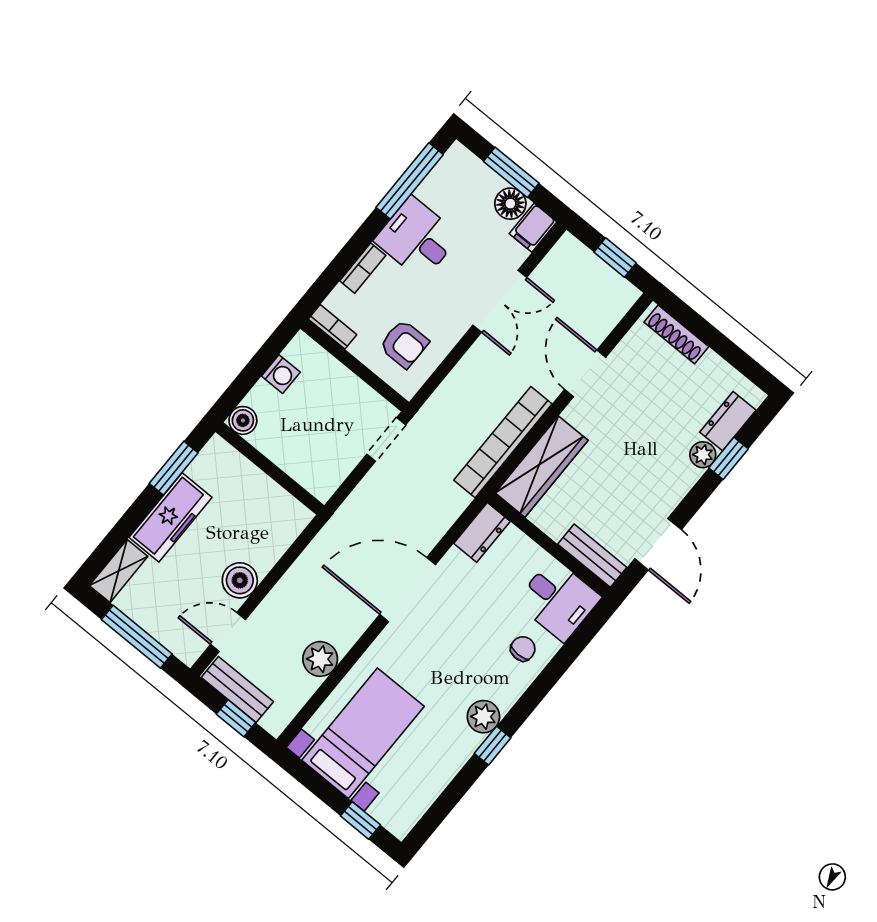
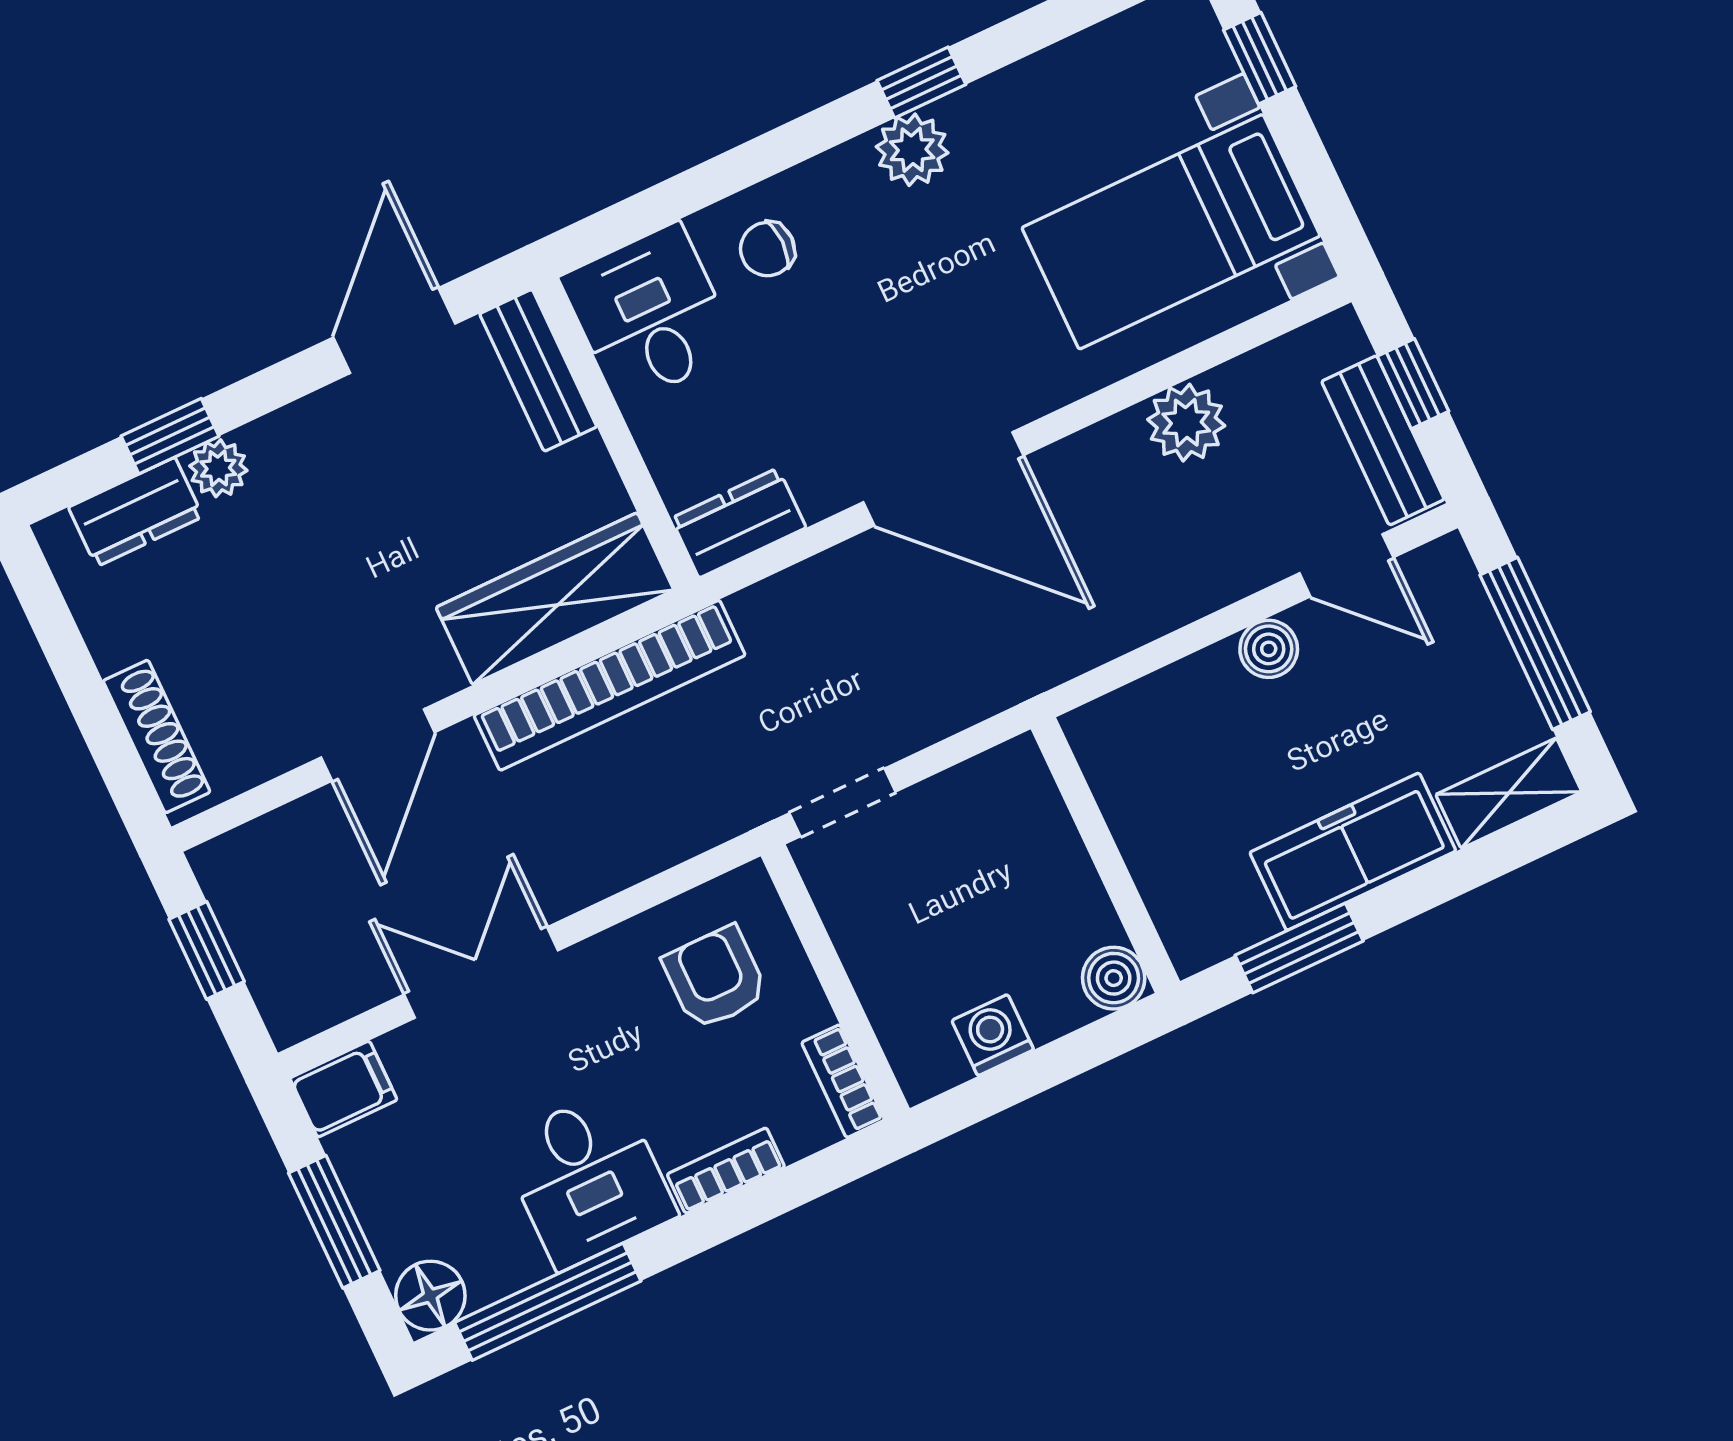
floor lamp: (510, 204) -> (430, 1296), moved
boiler: (240, 580) -> (1269, 649), width x0.73, depth x0.73

